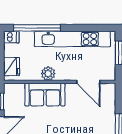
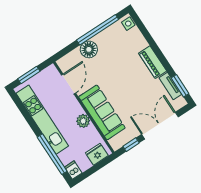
sofa: (45, 95) -> (102, 112), width x1.36
floor lamp: (107, 119) -> (89, 49), added

